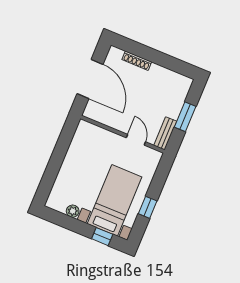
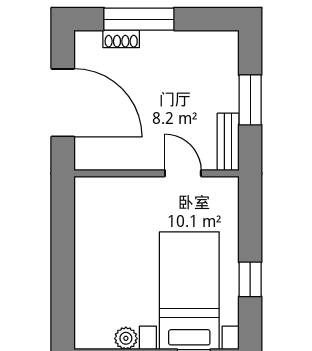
window: (146, 53) -> (139, 19), added
shoe rack: (137, 61) -> (121, 39), width x0.70

